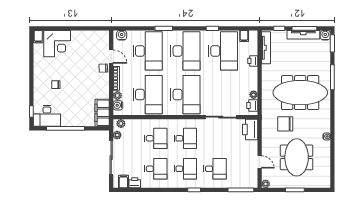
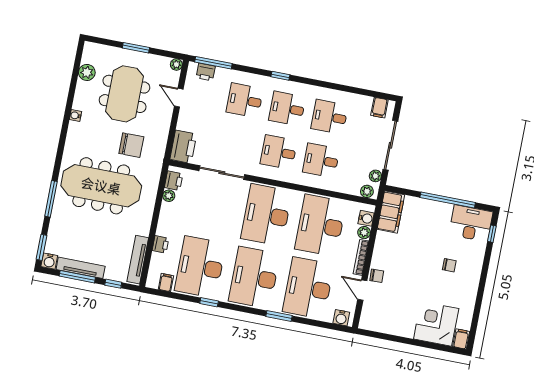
plant: (325, 167) -> (87, 72), added
printer: (135, 183) -> (206, 72), moved

